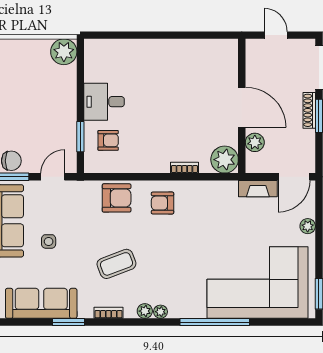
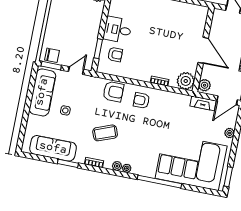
plant: (255, 142) -> (205, 85), moved

